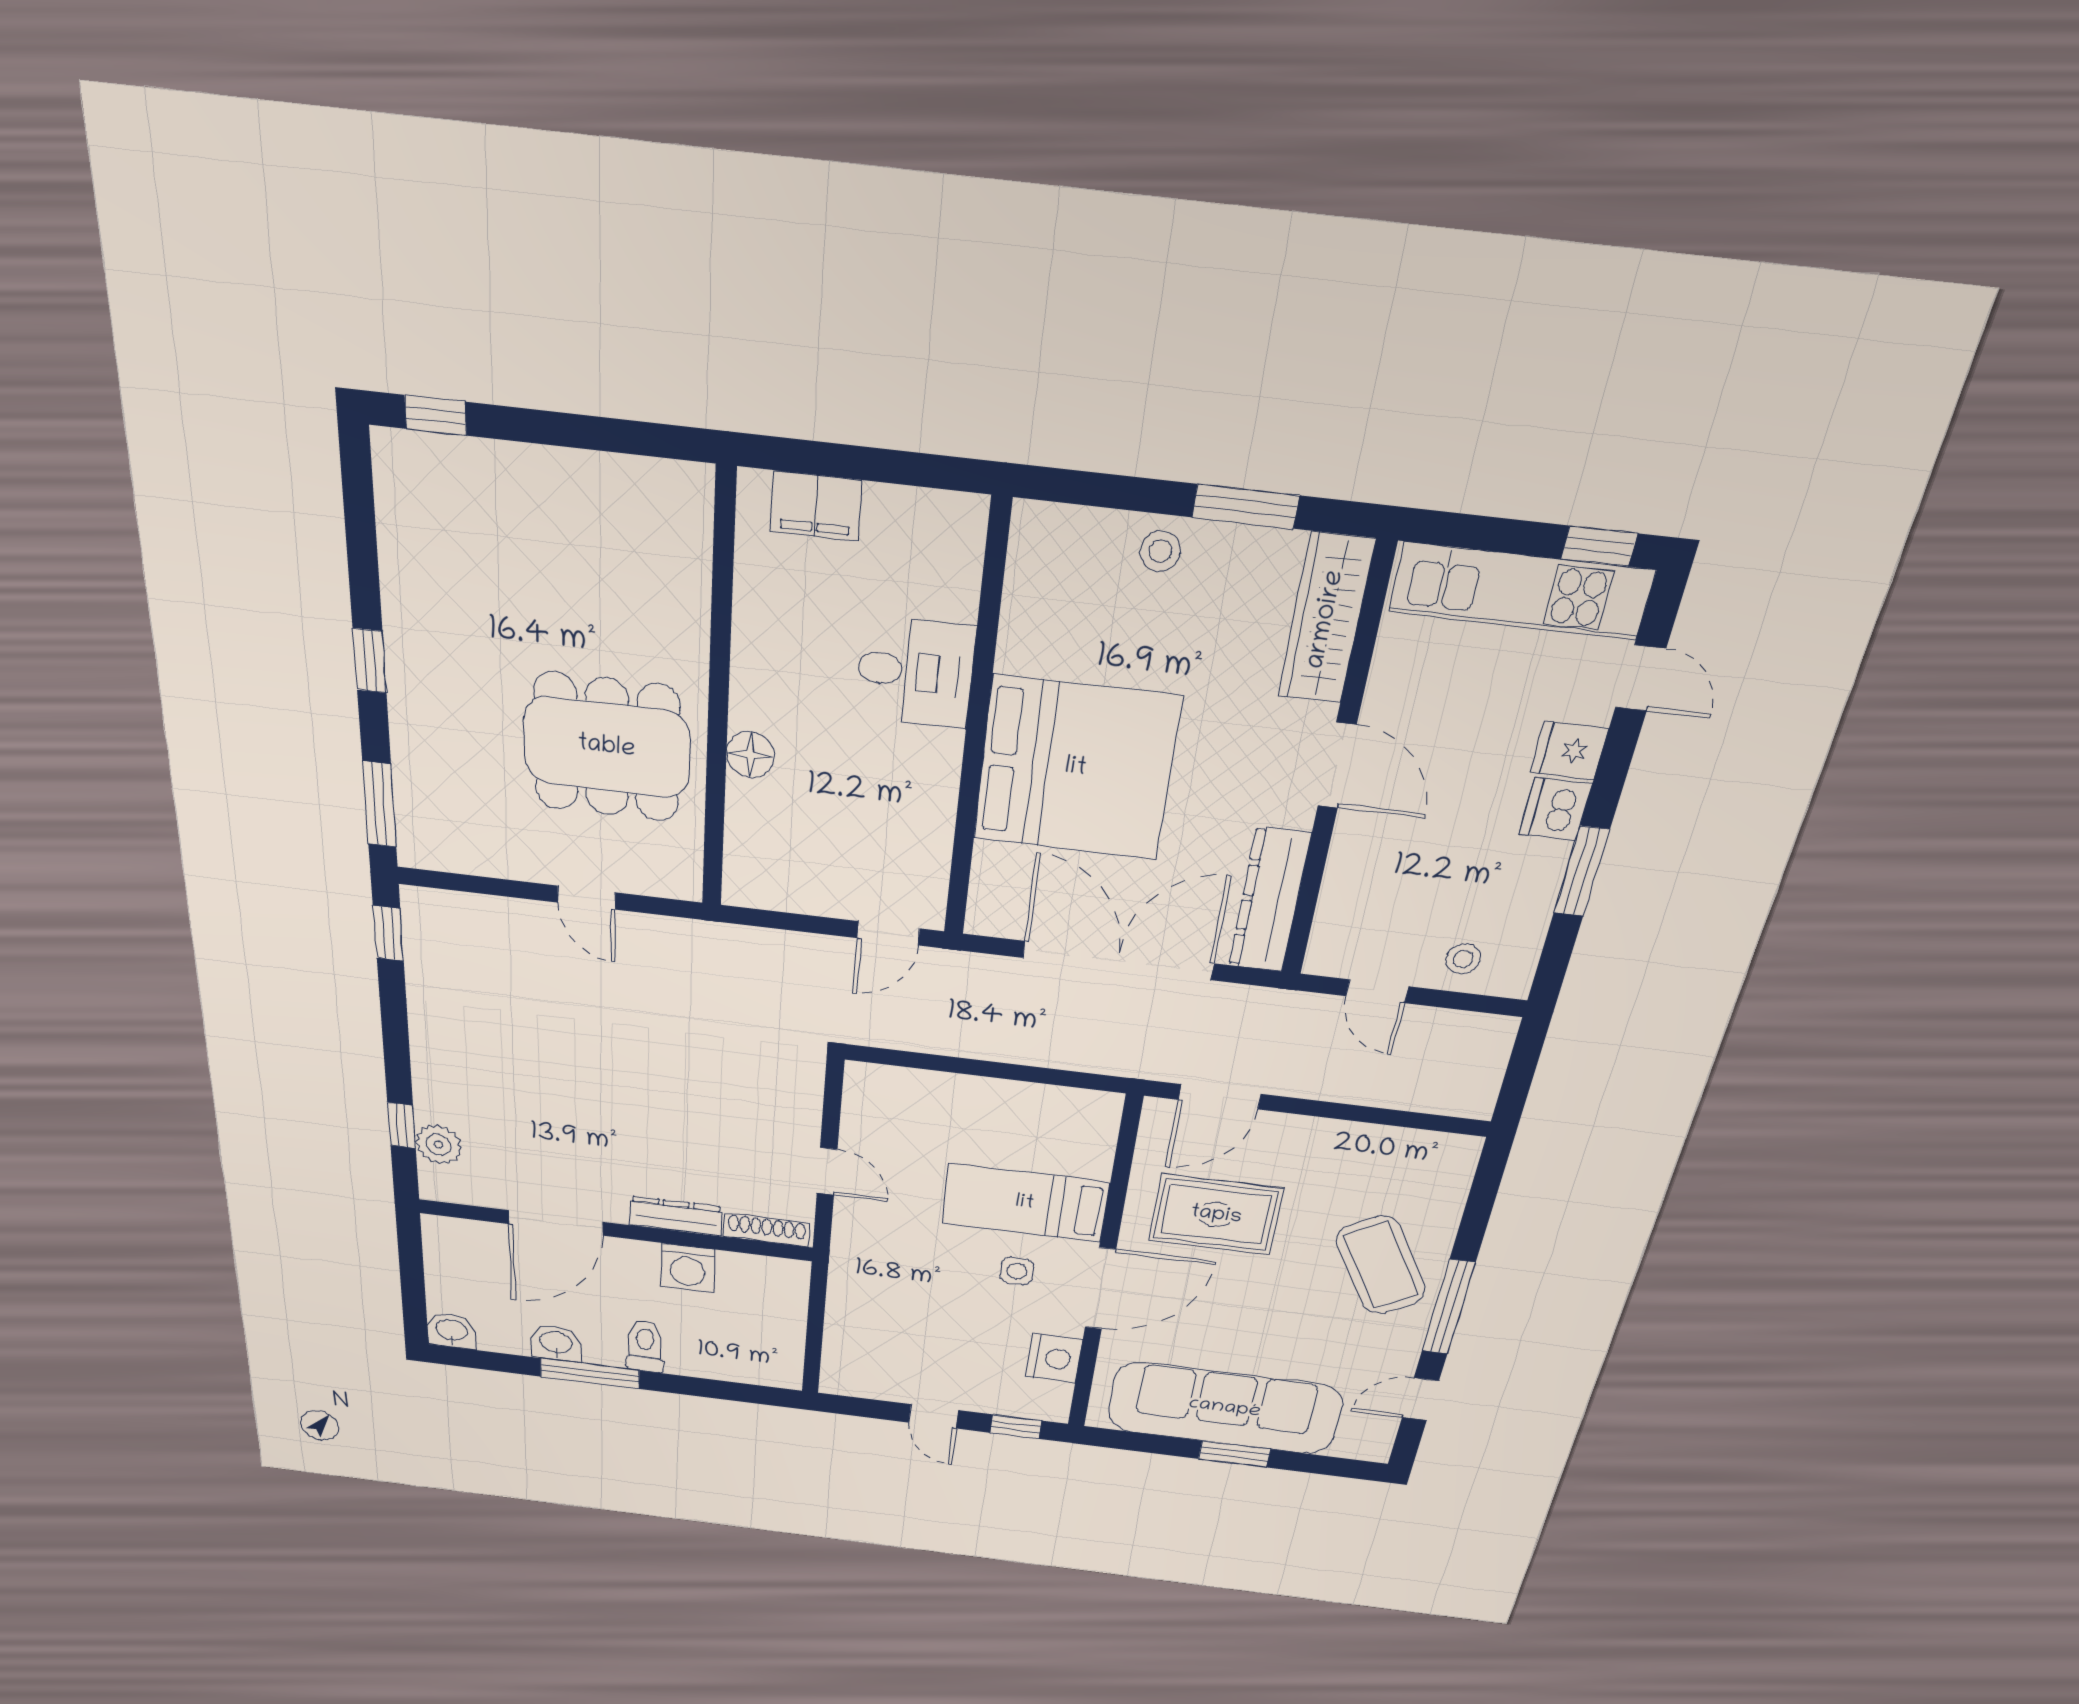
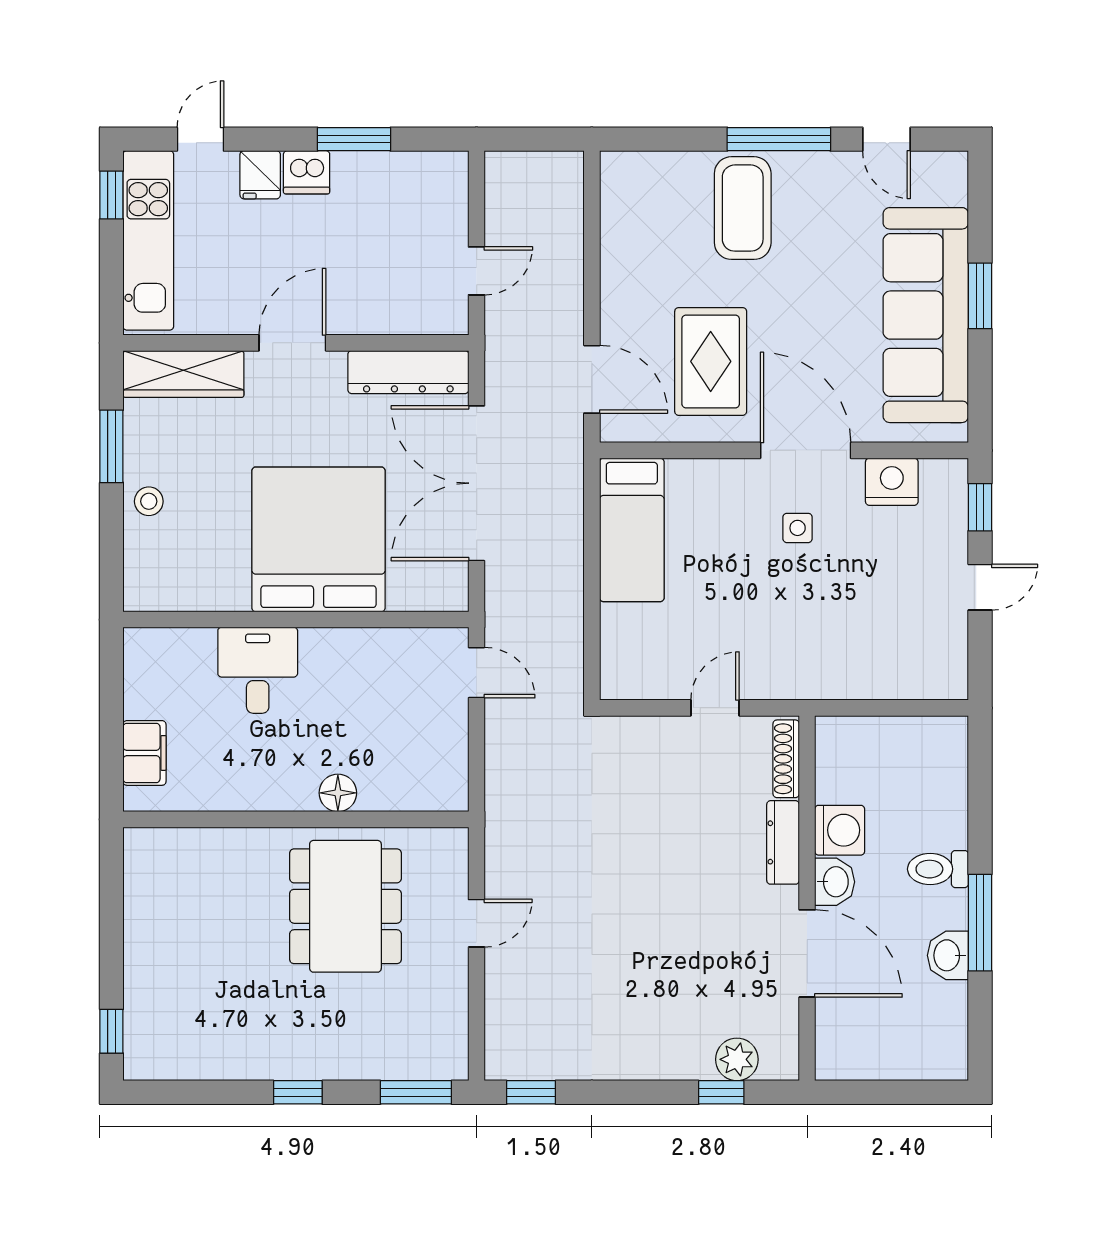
stool: (1463, 959) -> (439, 210), removed
bed: (1025, 1203) -> (632, 530), moved
coffee table: (1381, 1265) -> (743, 208), turned -59
washbasin: (452, 1331) -> (835, 882), moved, turned 180

